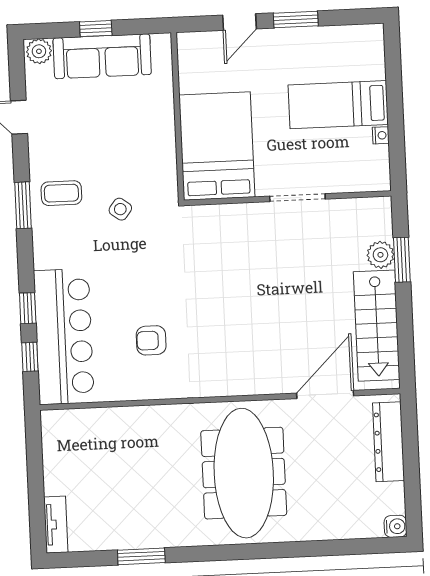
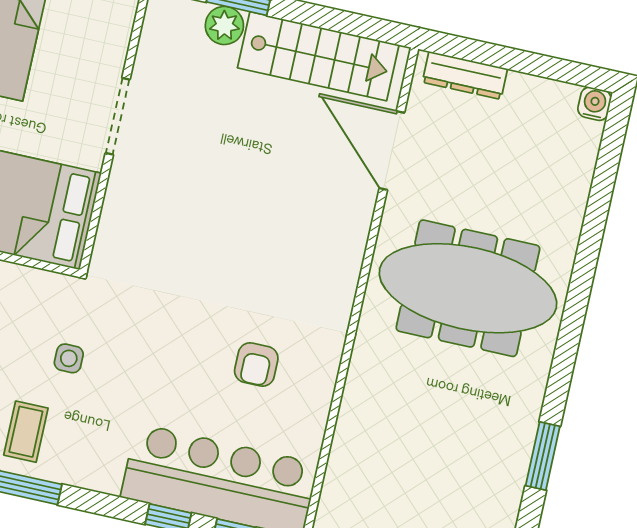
side table: (120, 209) -> (69, 358), turned -37
dresser: (389, 442) -> (465, 75), width x0.73, depth x0.80

